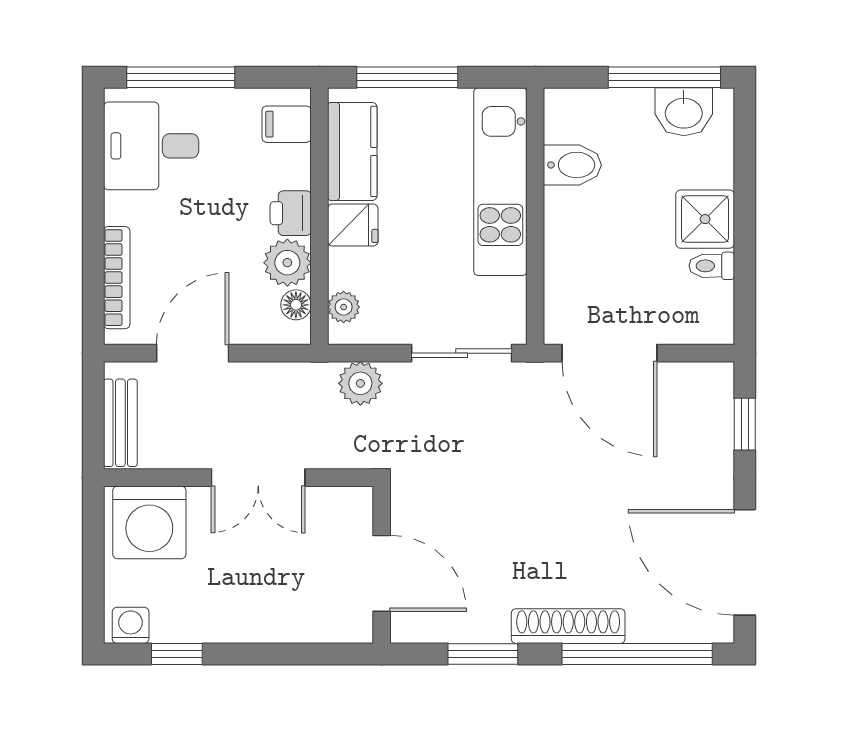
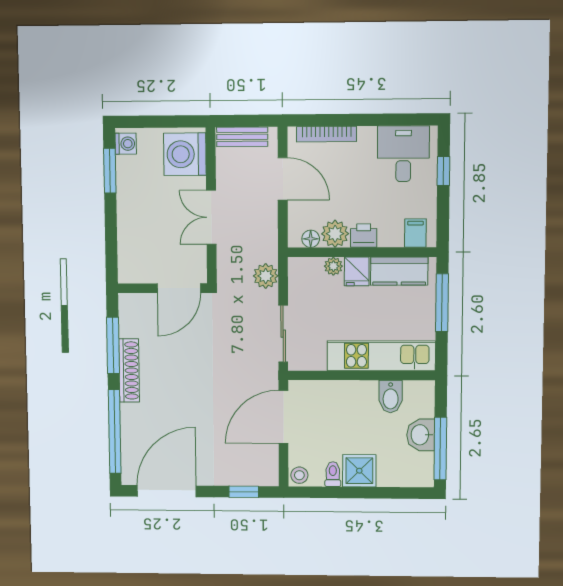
window: (181, 77) -> (443, 171), width x0.46
washbasin: (684, 112) -> (421, 435), moved
plant: (344, 307) -> (333, 266), moved
stool: (714, 325) -> (299, 475), added
door: (382, 573) -> (179, 288), moved
shoe rack: (568, 626) -> (129, 370), moved
window: (177, 654) -> (110, 171), width x1.50
window: (483, 654) -> (113, 345), width x1.44

